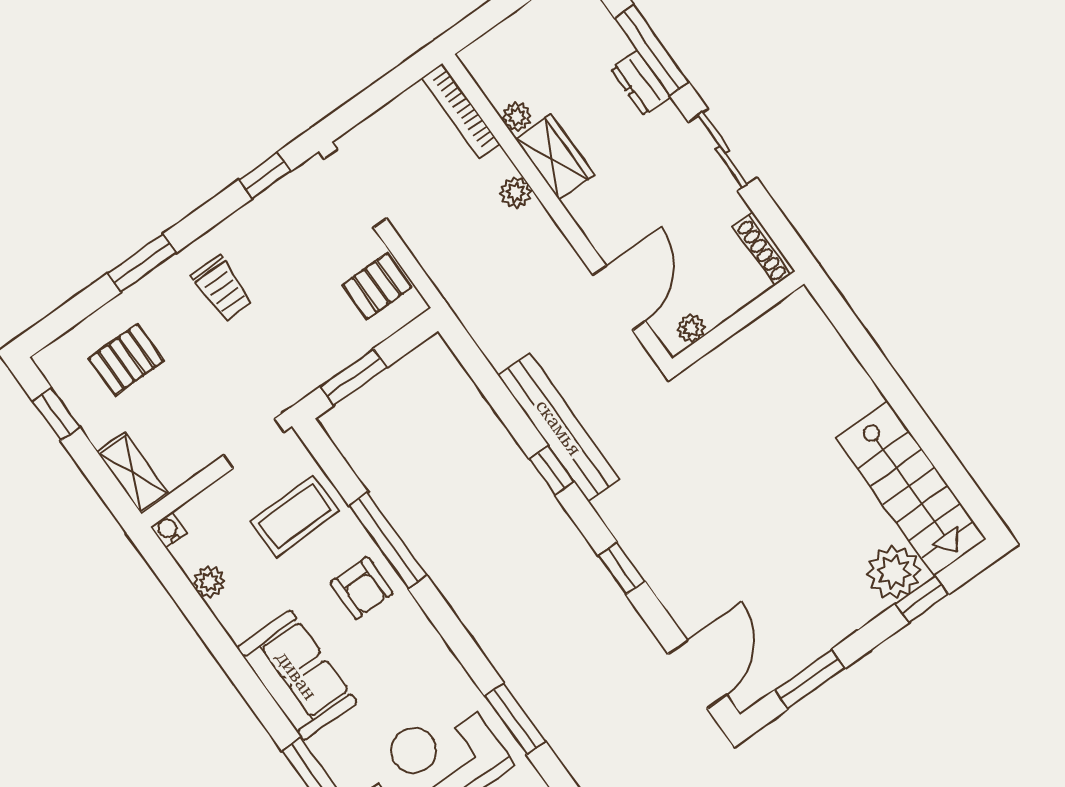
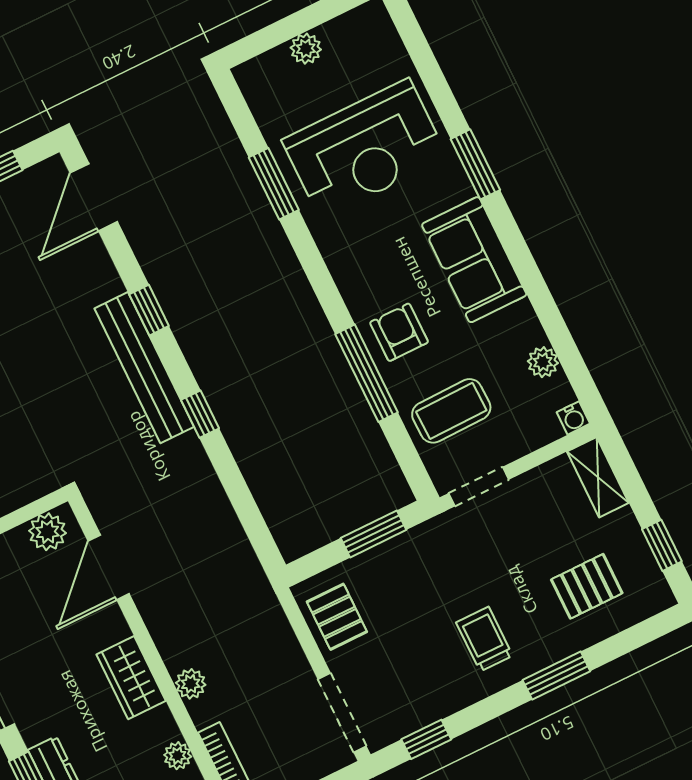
wardrobe: (555, 157) -> (131, 678), moved
pallet: (377, 286) -> (337, 617), turned 90
plant: (691, 328) -> (47, 532), width x1.38, depth x1.38
bench: (559, 427) -> (144, 368), moved

